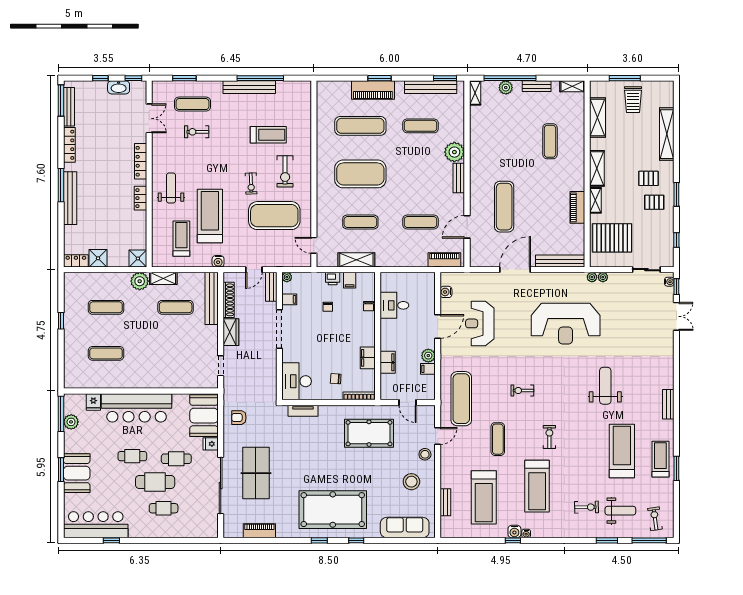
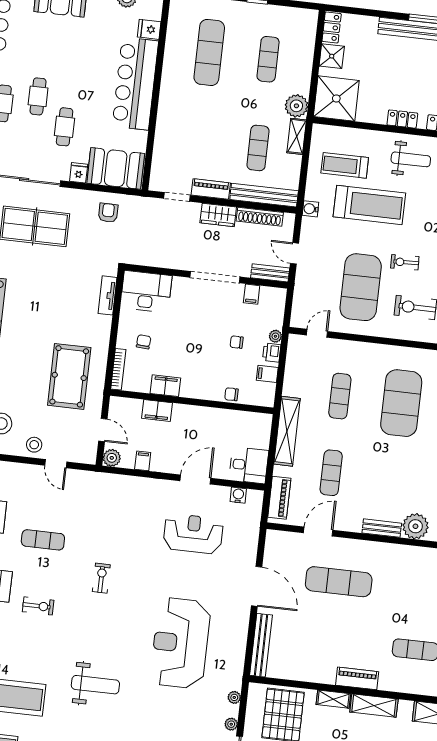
piano: (577, 207) -> (357, 678), moved
door: (467, 227) -> (318, 531), hinge flipped
treadmill: (181, 239) -> (345, 165), turned 180
shower: (138, 258) -> (336, 98), width x1.86, depth x1.86
shelving: (356, 260) -> (287, 431), moved, width x1.47
plant: (287, 277) -> (275, 336), moved
plant: (592, 277) -> (231, 724), moved
desk: (394, 305) -> (249, 465), moved, turned 90
door: (438, 326) -> (195, 480), swing flipped
piano: (212, 340) -> (211, 189), added
exercise mat: (106, 353) -> (209, 52), width x1.36, depth x1.45
plant: (428, 356) -> (112, 458), moved
exercise mat: (461, 399) -> (100, 499), removed
door: (408, 402) -> (103, 430), swing flipped
cafe table: (132, 456) -> (74, 71), removed
cafe table: (155, 482) -> (38, 96), width x0.73, depth x0.74

